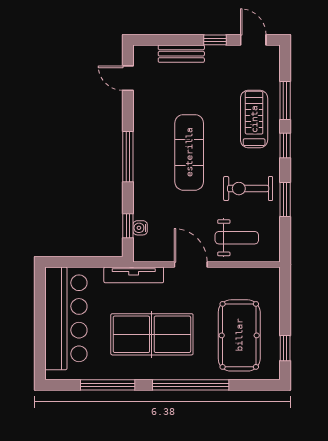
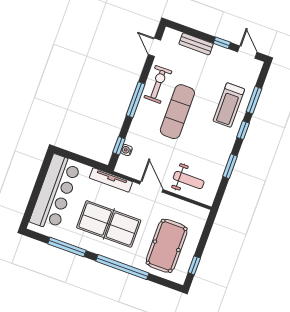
treadmill: (254, 119) -> (229, 105), turned 180
exercise bike: (248, 189) -> (158, 84), moved, turned 90

